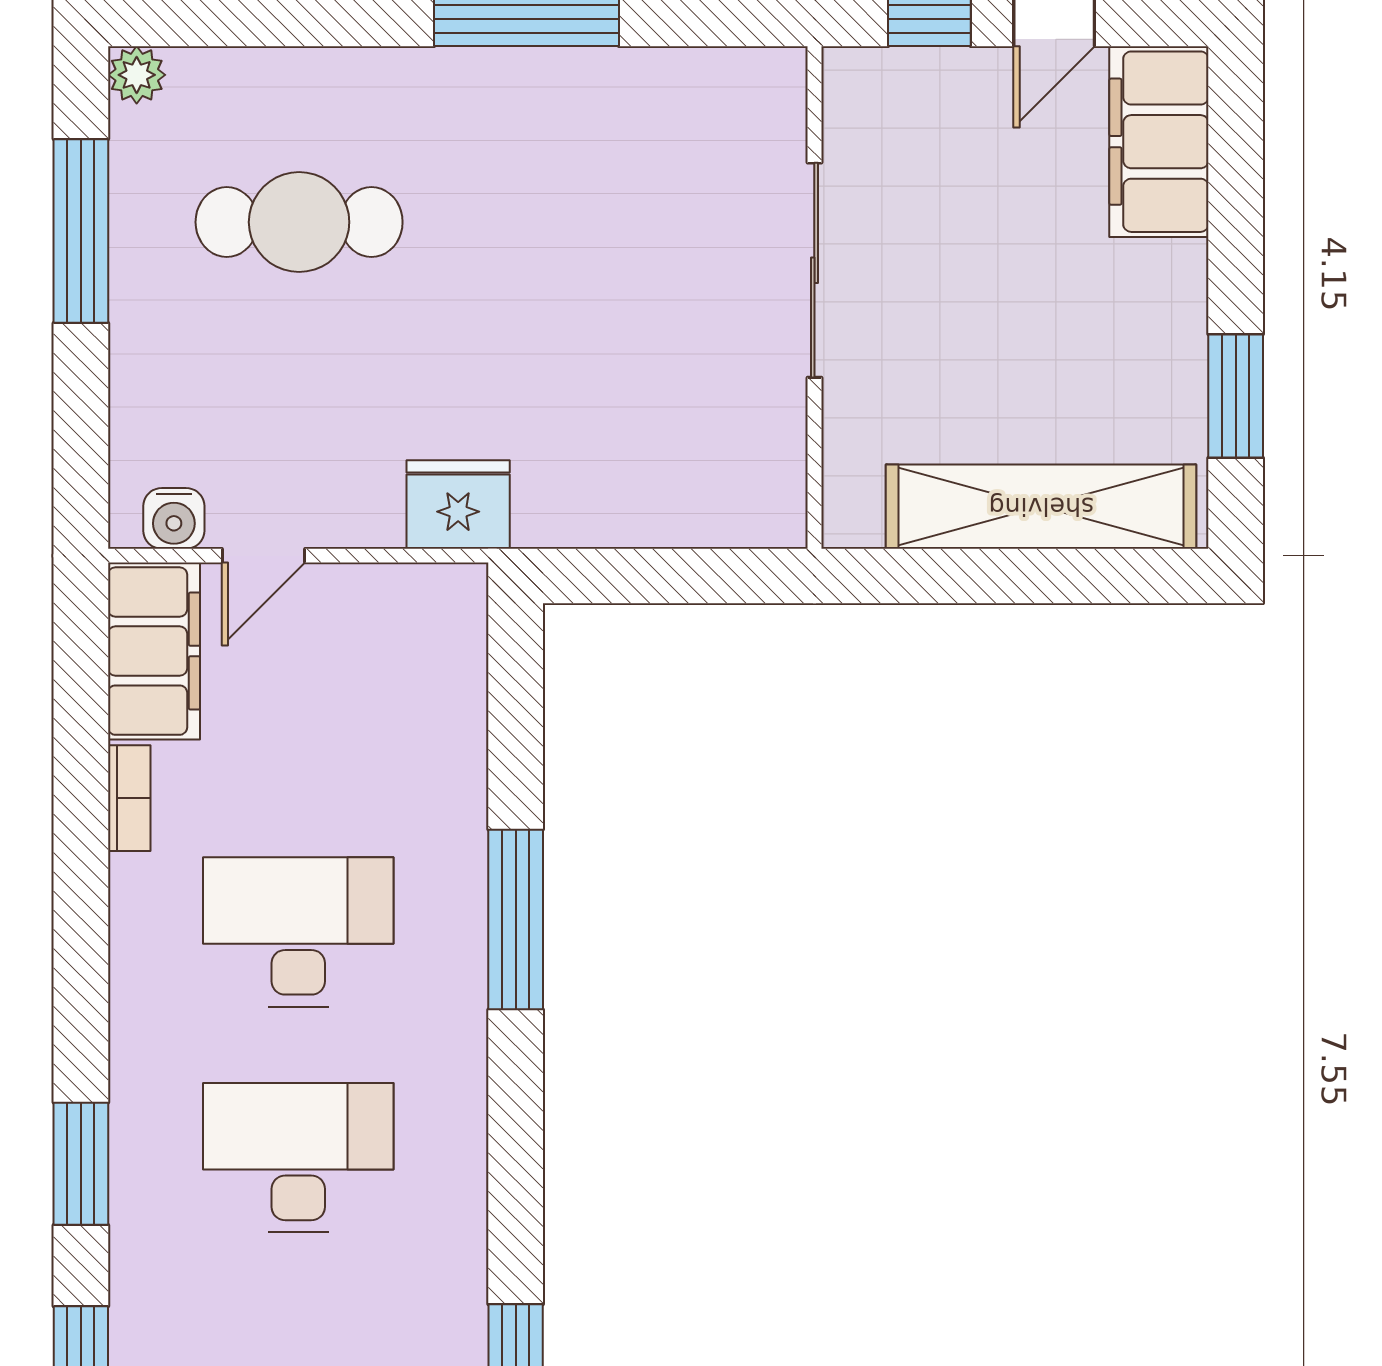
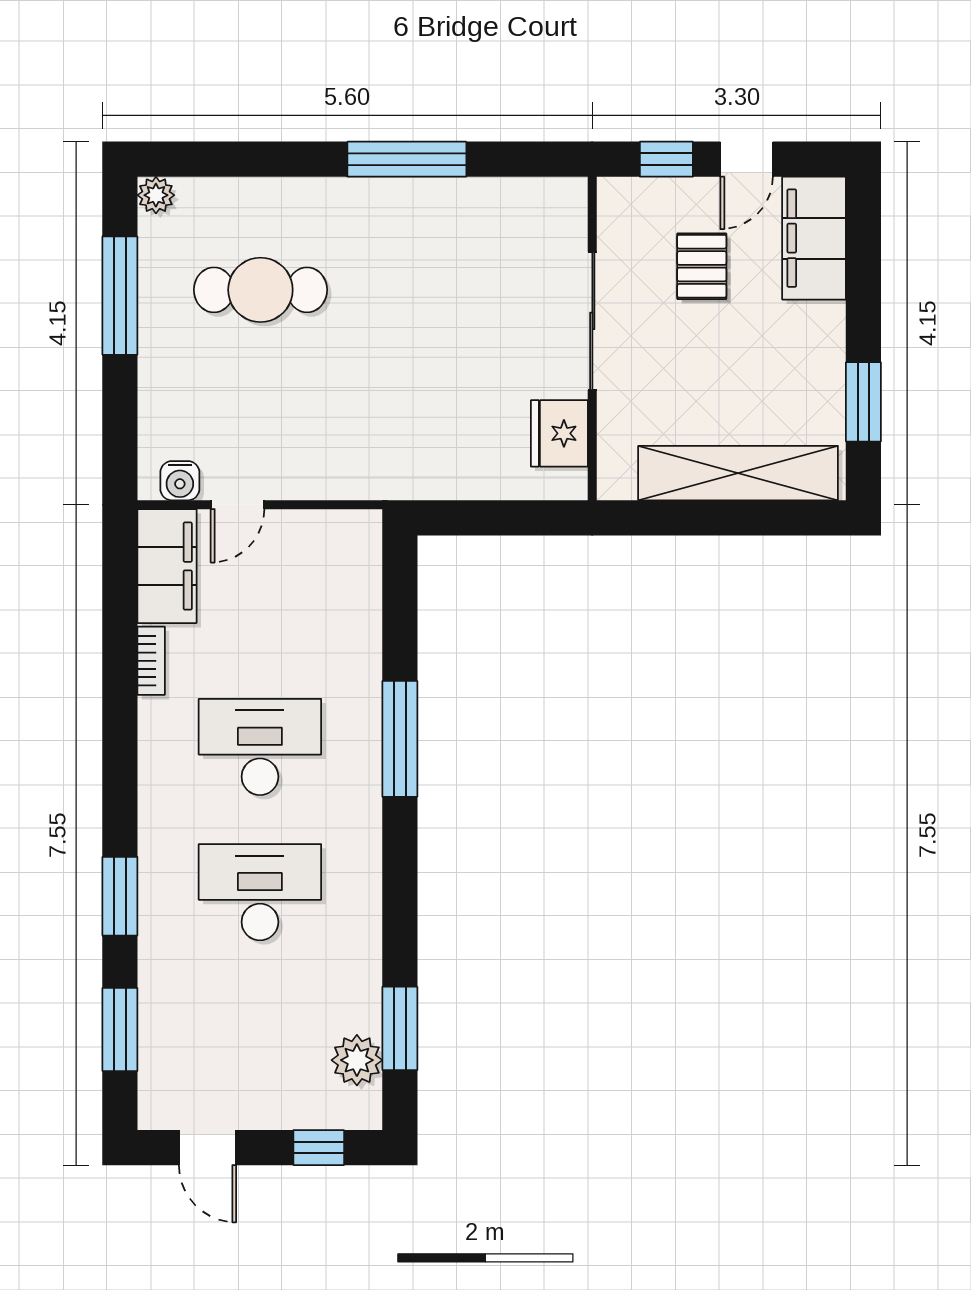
pallet: (985, 185) -> (702, 266), added
fridge: (458, 505) -> (559, 433), moved, turned -90

